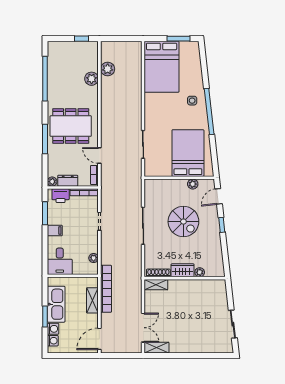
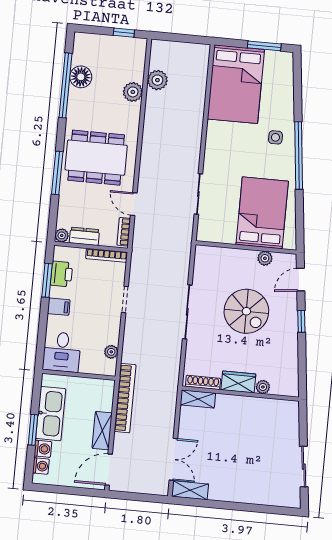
floor lamp: (55, 72) -> (81, 77), added
printer: (61, 196) -> (61, 274), moved, turned -90
shelving: (92, 300) -> (102, 431), moved

